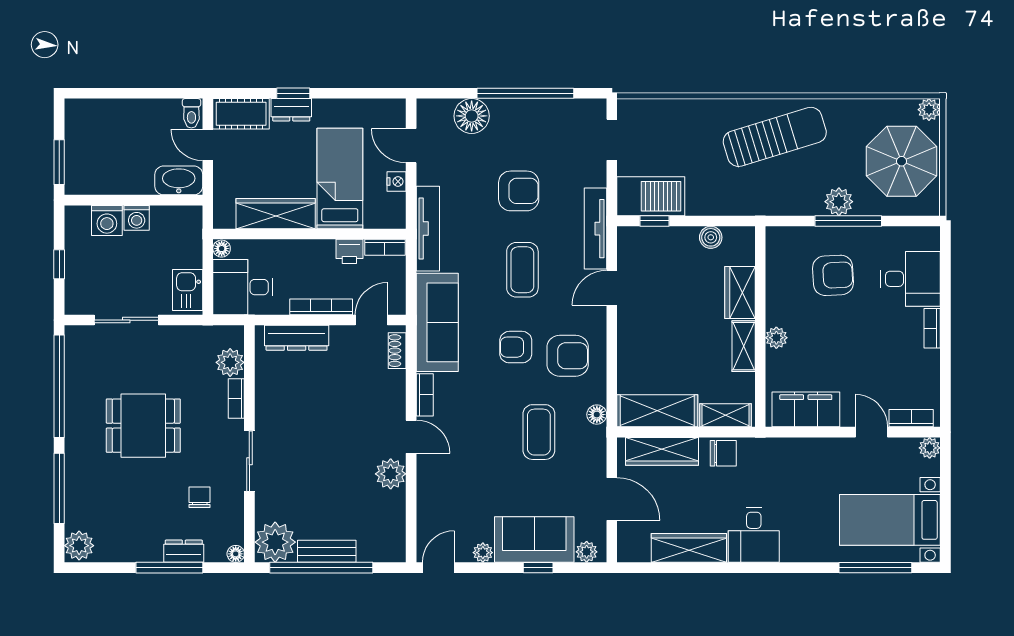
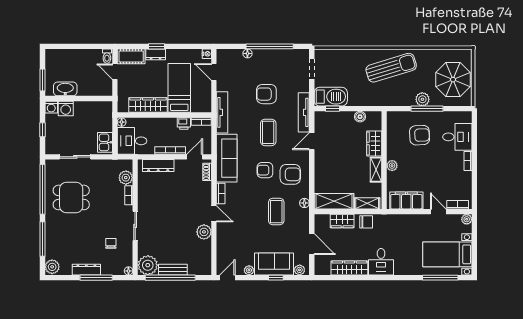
plant: (929, 110) -> (466, 54), removed
floor lamp: (472, 116) -> (247, 53), width x0.53, depth x0.53
washbasin: (179, 180) -> (65, 89), moved
nightstand: (396, 181) -> (207, 54), moved
armchair: (519, 191) -> (266, 94), turned 180
washing machine: (137, 218) -> (51, 107), moved
dining table: (143, 426) -> (71, 197), moved
wardrobe: (662, 451) -> (342, 221), width x0.67
dresser: (184, 551) -> (86, 270), moved, width x1.44

